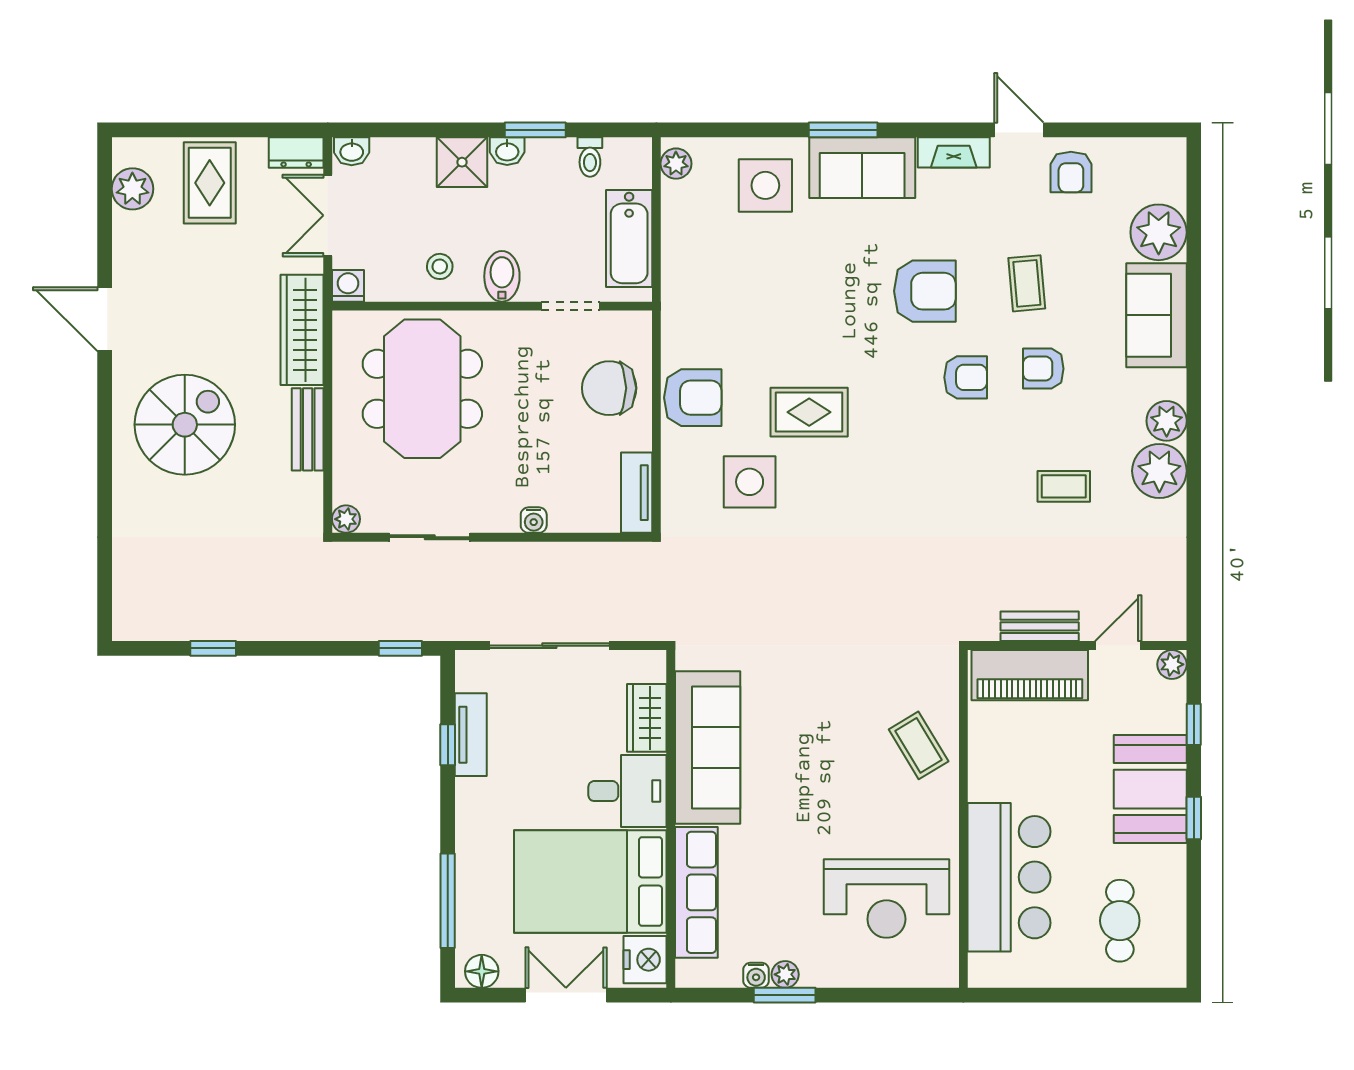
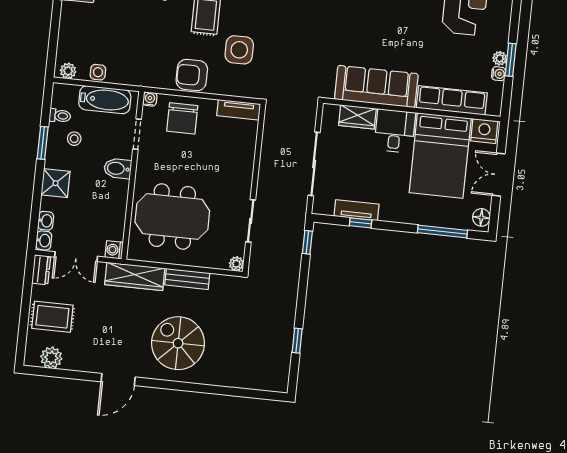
washbasin: (507, 151) -> (46, 221), moved
side table: (765, 185) -> (98, 72), moved, width x0.54, depth x0.54
stool: (440, 266) -> (74, 139), moved
armchair: (693, 398) -> (192, 75), turned -90
water cooler: (534, 520) -> (150, 99), moved, turned -90

